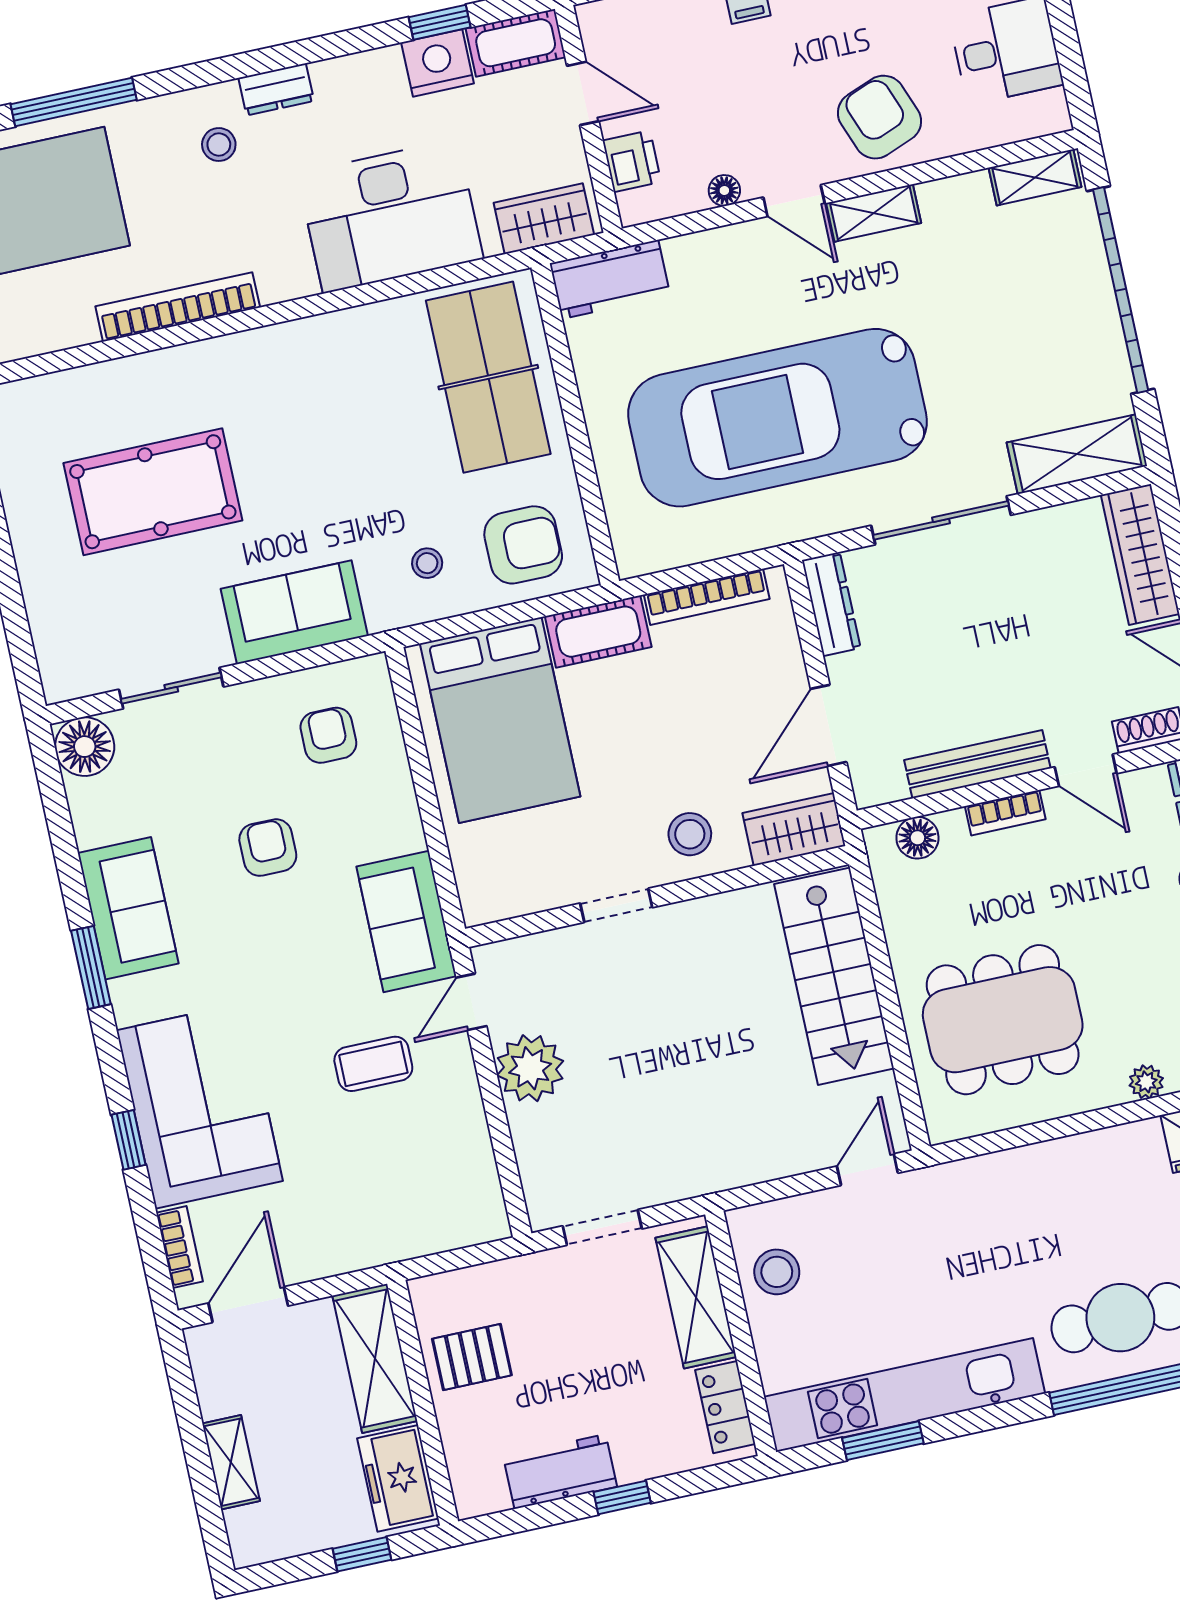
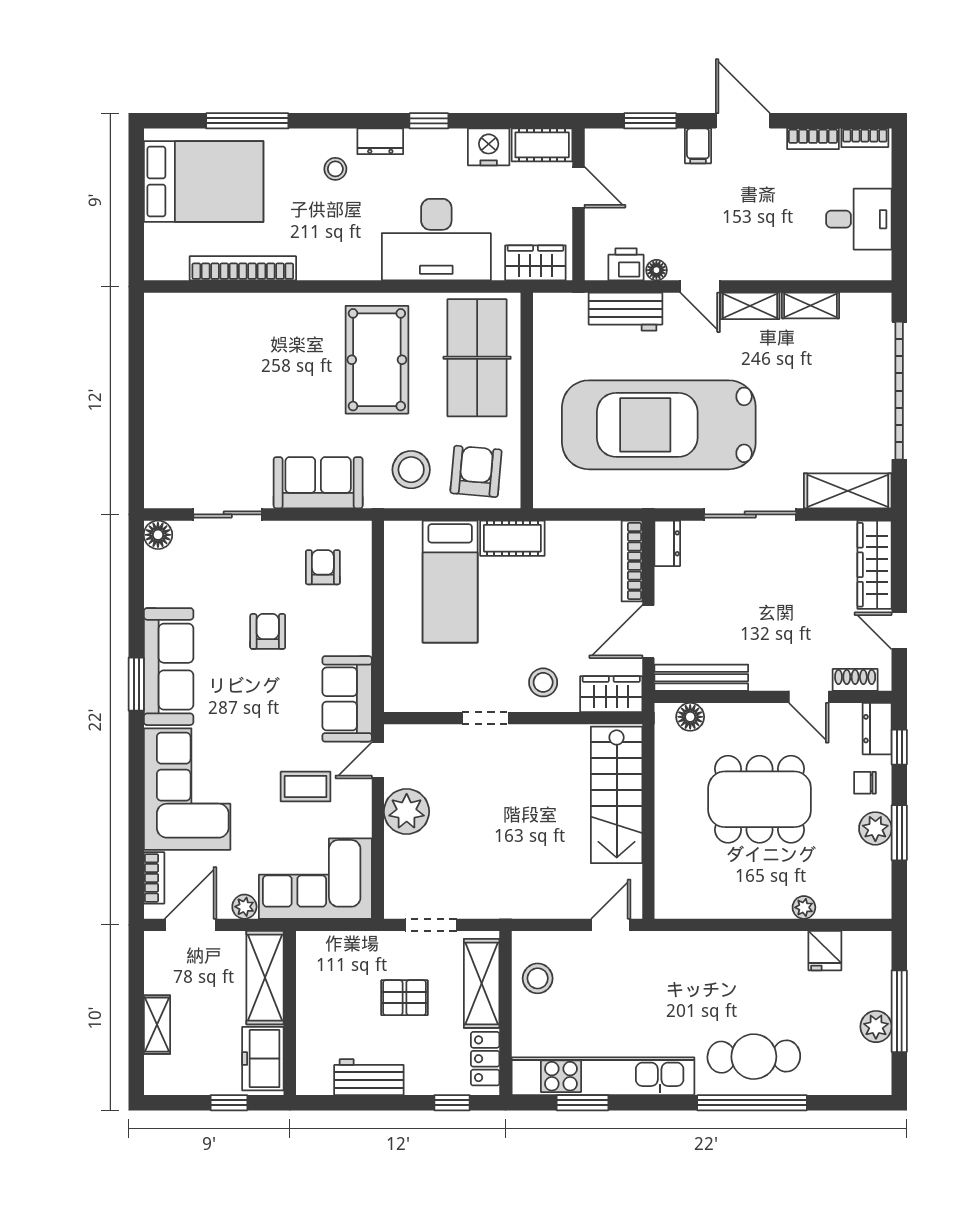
window: (440, 22) -> (429, 121), moved
armchair: (879, 117) -> (767, 244), removed
printer: (632, 161) -> (626, 264), moved, turned -90
shelving: (1035, 177) -> (811, 305), moved
workbench: (610, 279) -> (626, 312), moved
bookcase: (178, 307) -> (243, 268), moved
pool table: (153, 492) -> (377, 360), moved, turned 90
armchair: (523, 545) -> (476, 471), turned -85
stool: (427, 563) -> (411, 470), width x1.89, depth x1.89
bookcase: (707, 597) -> (632, 561), moved, turned 90
dresser: (831, 604) -> (667, 543), width x0.70
bed: (500, 720) -> (450, 582), width x0.67
floor lamp: (85, 747) -> (158, 535), width x0.73, depth x0.73
bench: (977, 764) -> (701, 678), moved
bookcase: (1005, 813) -> (751, 713), removed
sofa: (128, 908) -> (169, 667), width x1.36
dining table: (1003, 1020) -> (760, 799), moved
window: (129, 1140) -> (136, 801), removed
corner sofa: (417, 1196) -> (315, 879), added
plant: (322, 1260) -> (244, 907), added
pallet: (472, 1357) -> (404, 998), moved
window: (622, 1497) -> (452, 1103), moved

